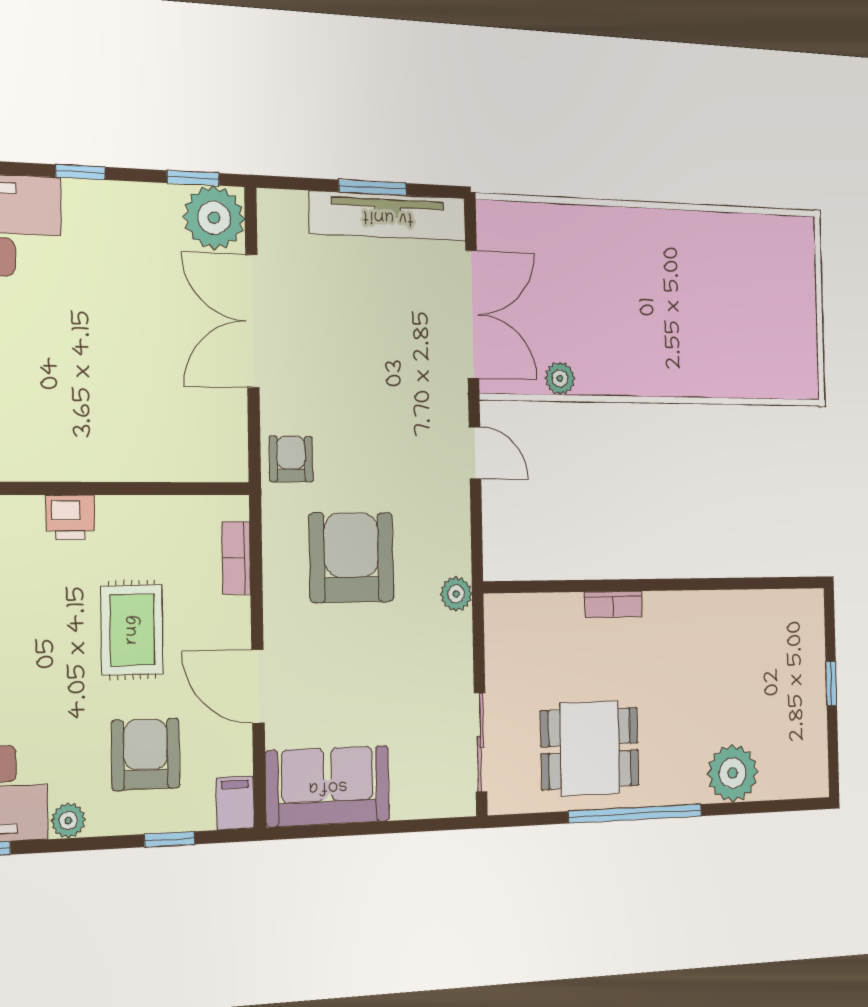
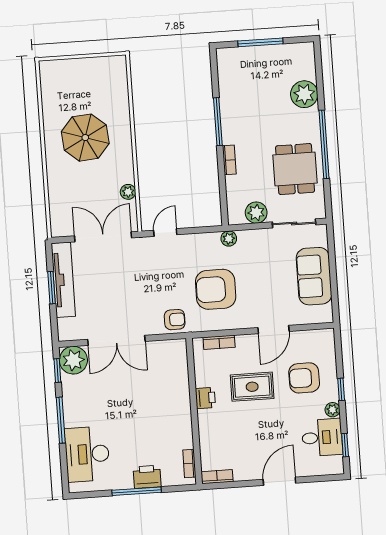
window: (80, 172) -> (61, 420), width x2.17
parasol: (669, 297) -> (85, 138), added
armchair: (291, 459) -> (175, 320), turned 180
printer: (70, 517) -> (205, 398), moved
window: (688, 584) -> (218, 122), added
plant: (506, 658) -> (256, 213), added
window: (831, 684) -> (260, 42), width x2.17
sofa: (328, 786) -> (314, 276), moved
filing cabinet: (235, 803) -> (324, 337), removed
window: (169, 839) -> (341, 389), moved

